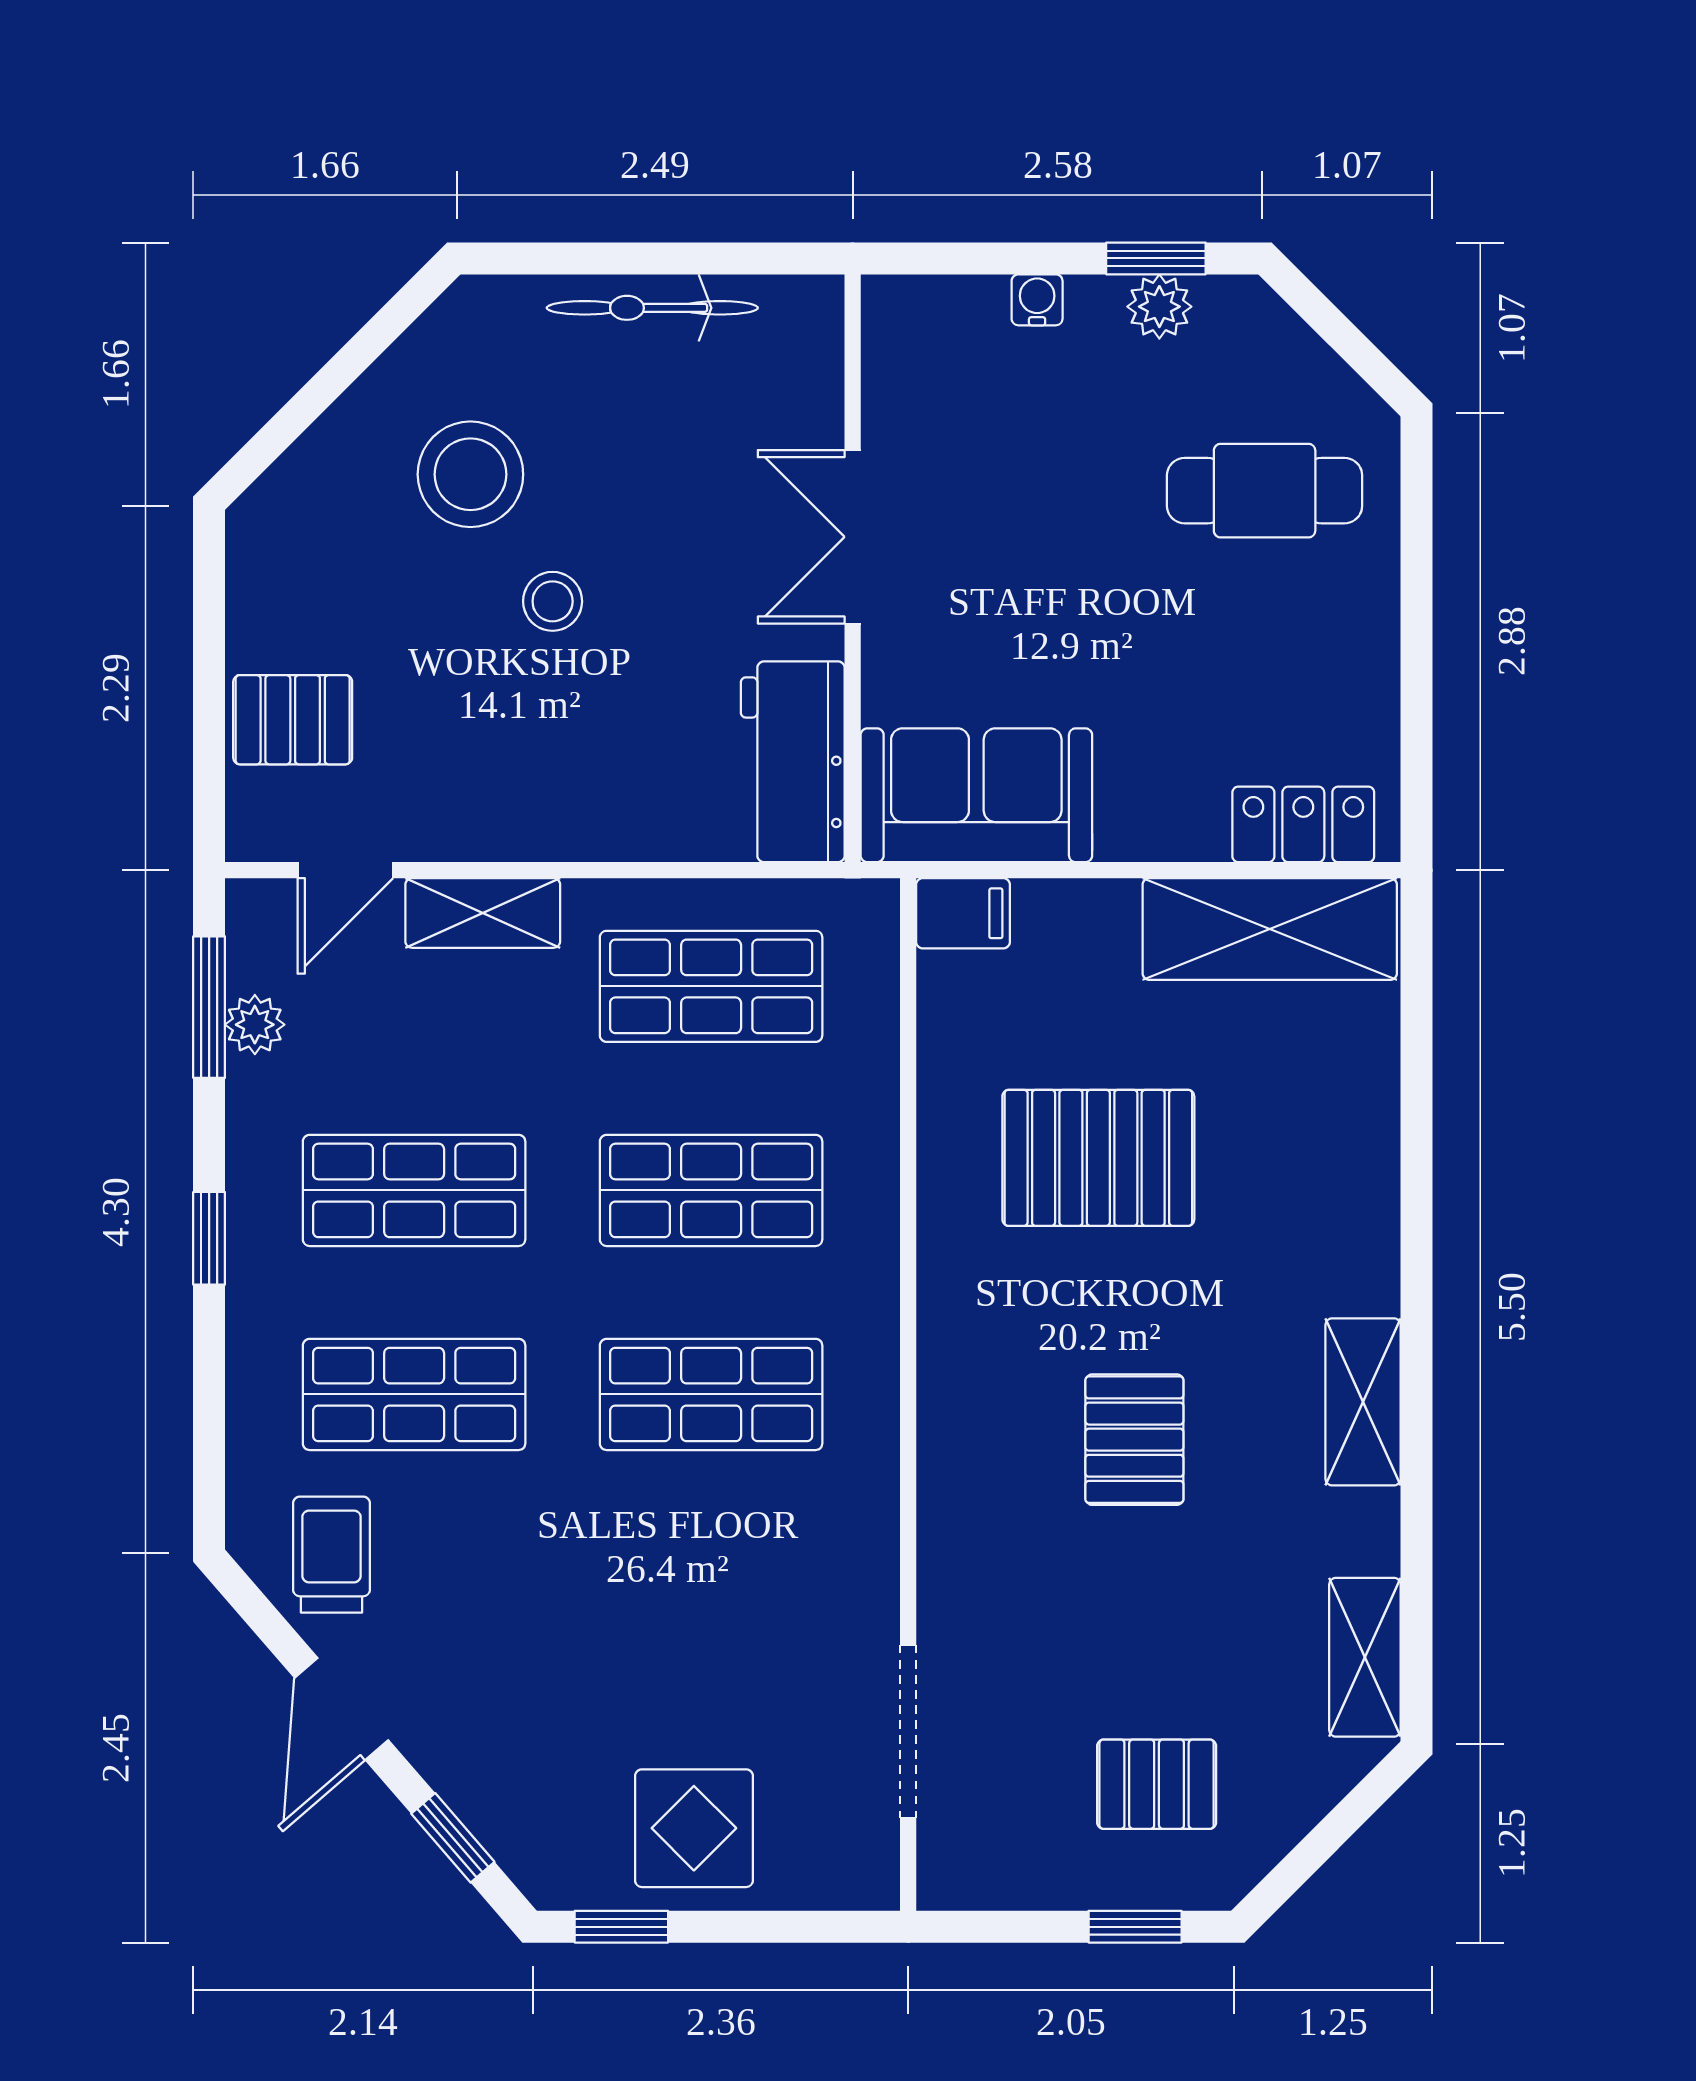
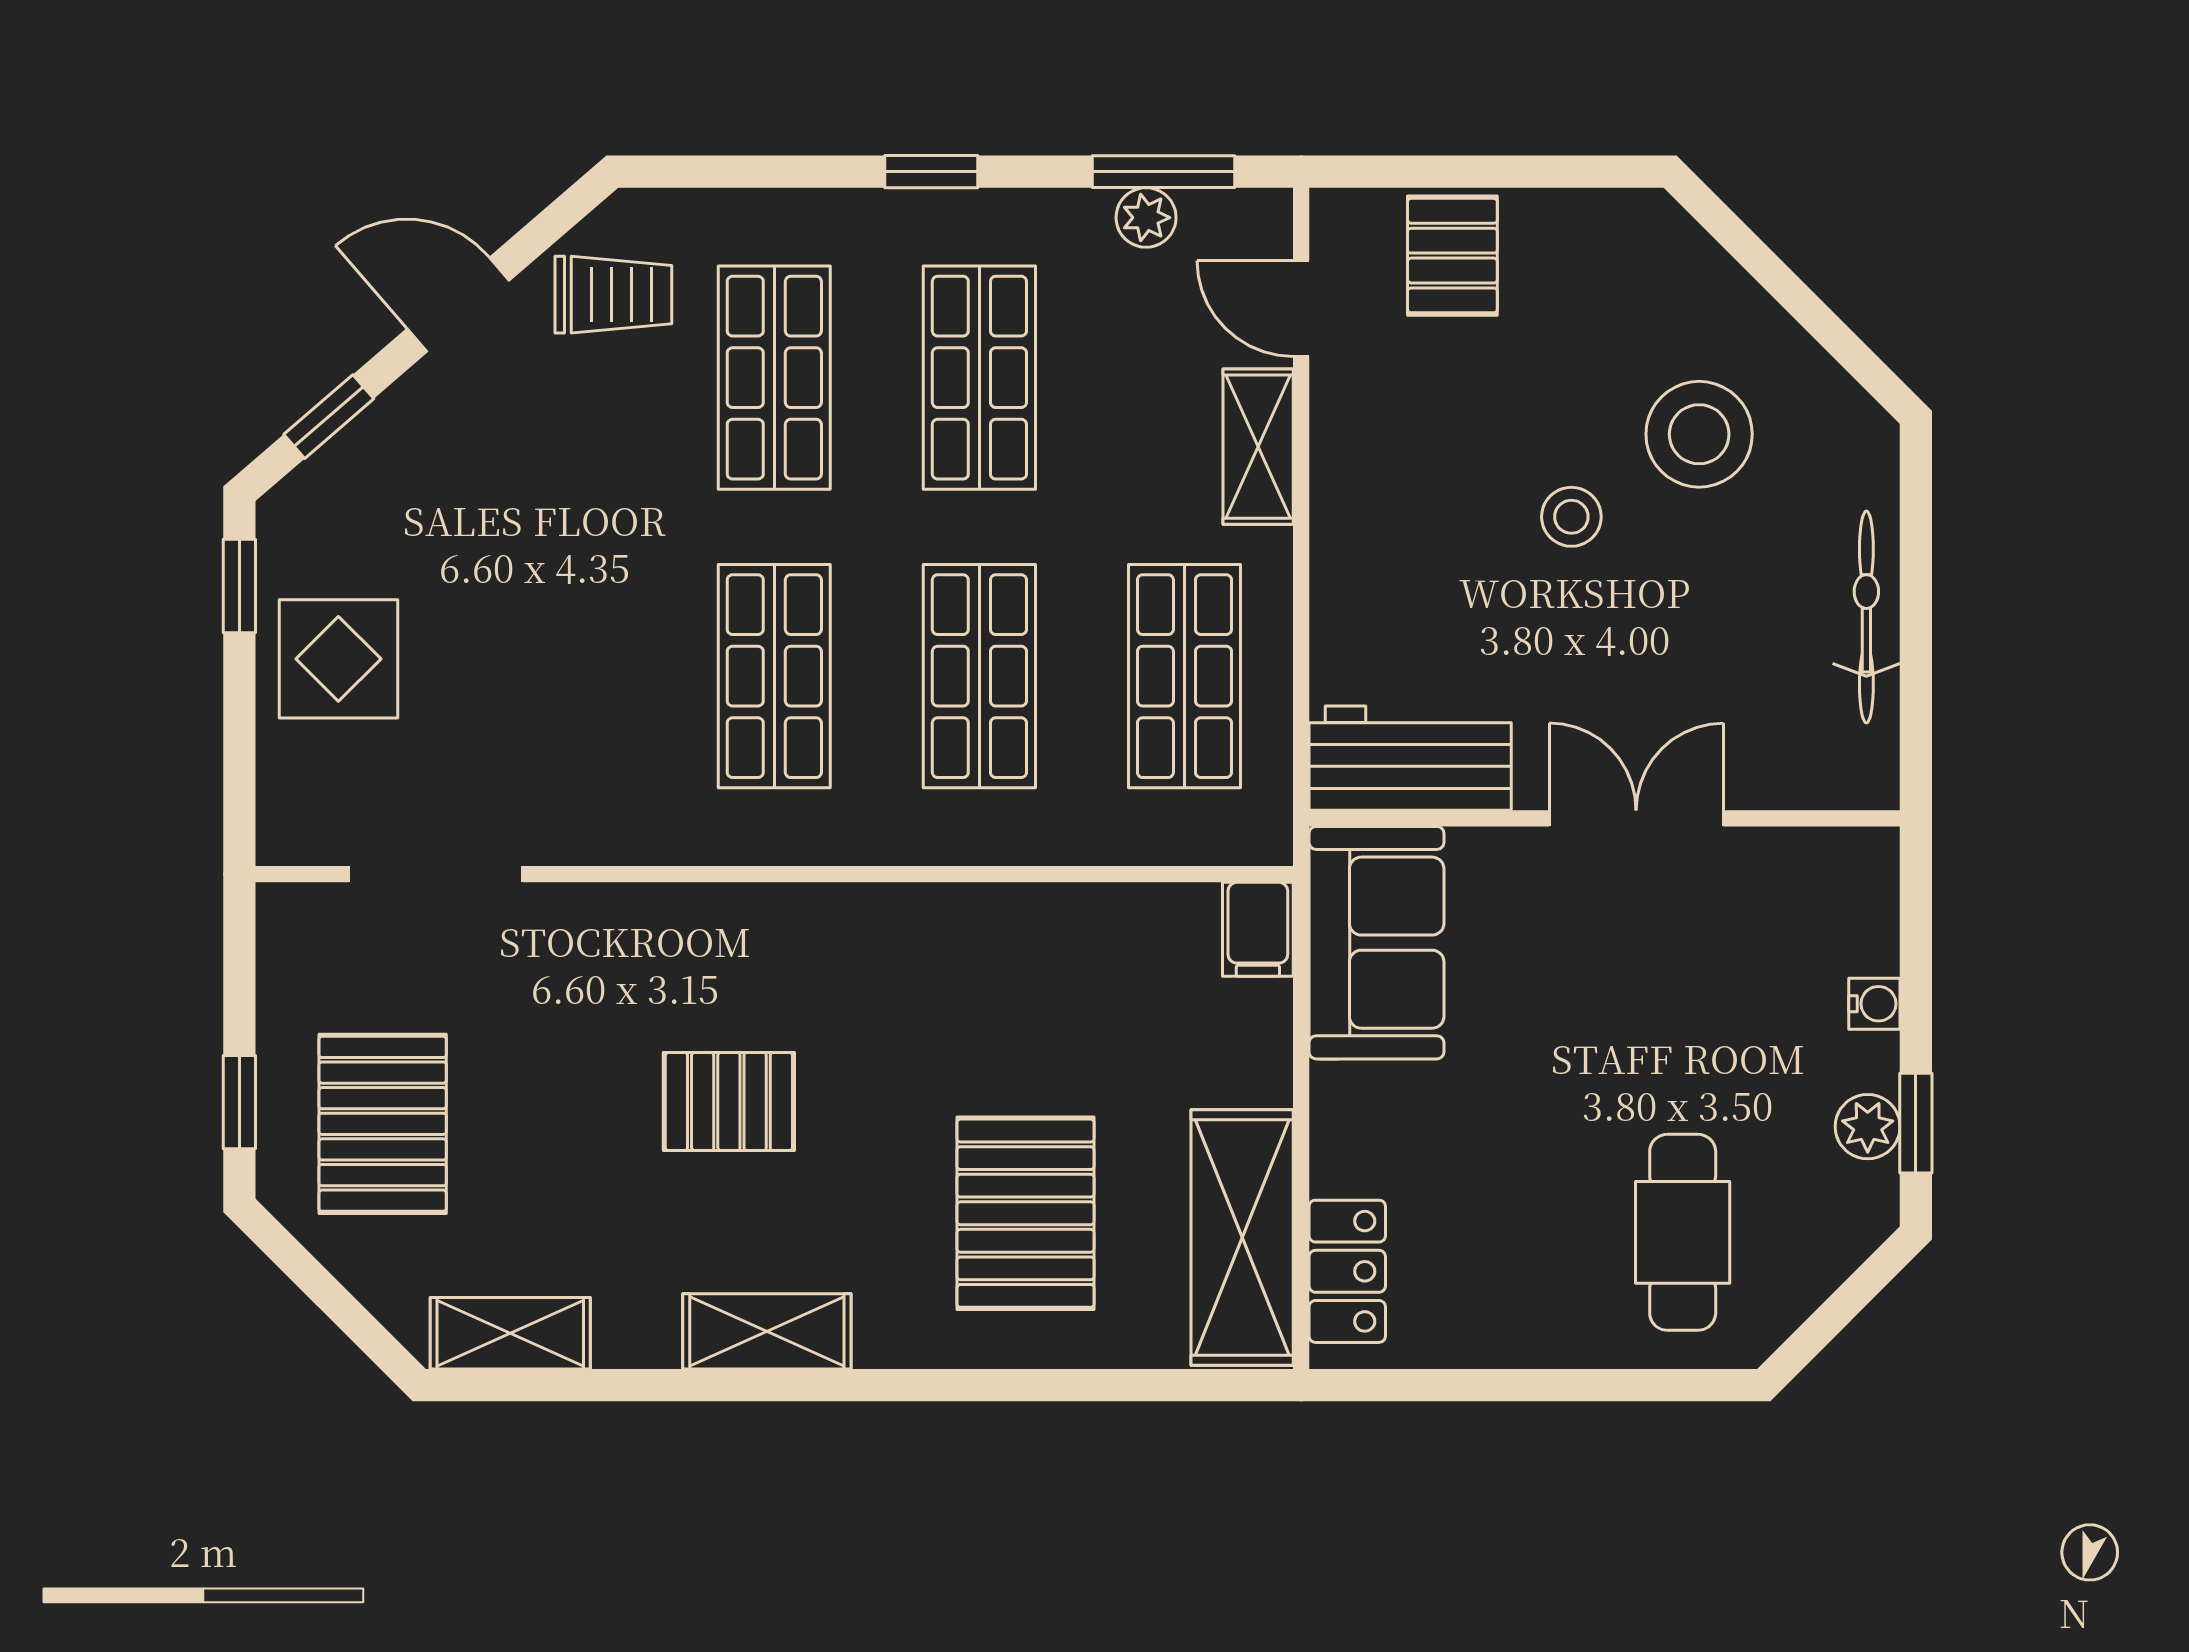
pallet: (1098, 1158) -> (1025, 1213), moved
pallet: (1157, 1784) -> (383, 1124), width x1.50, depth x1.42

